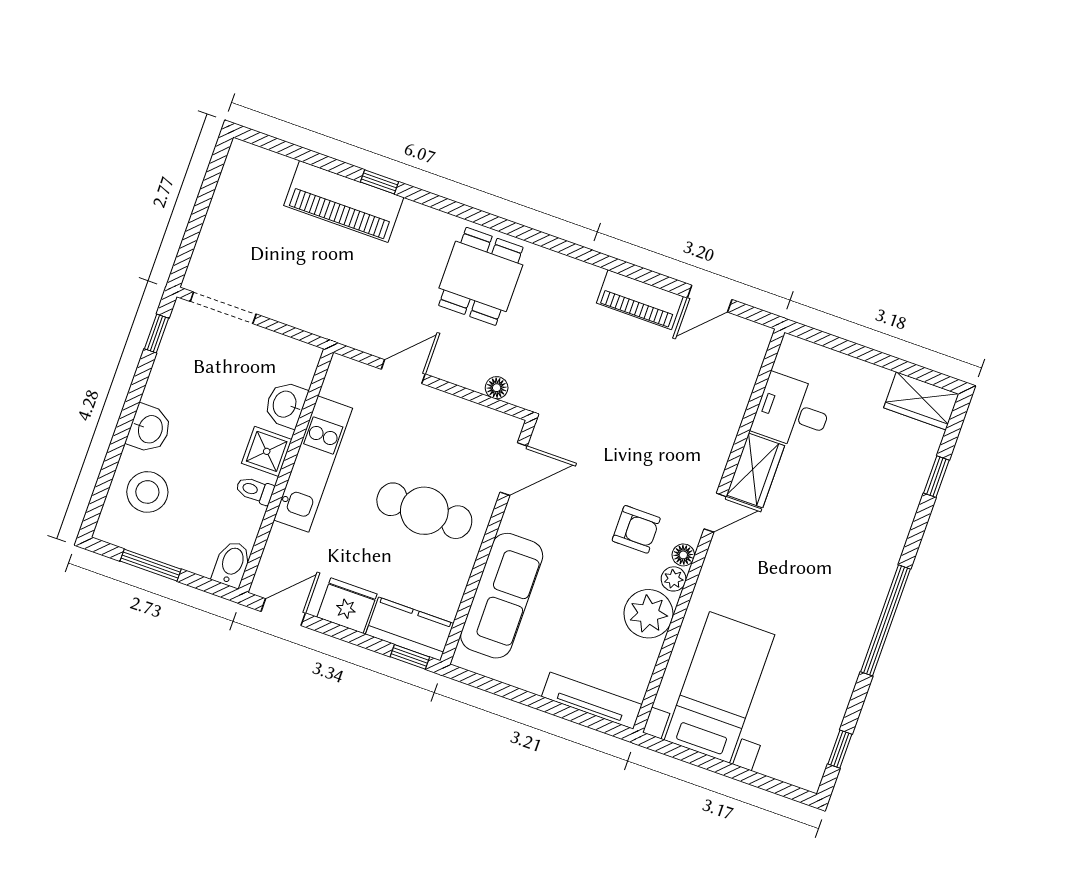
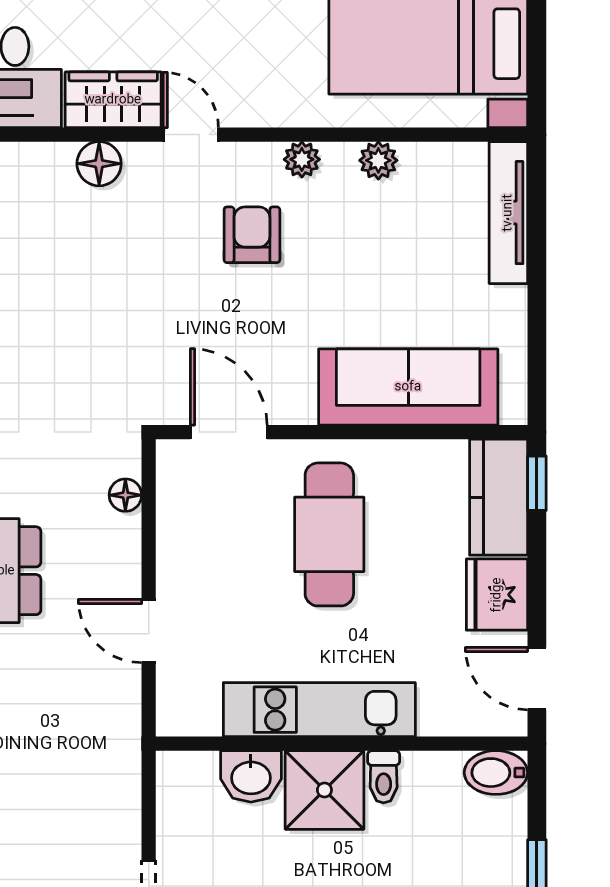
shower: (267, 451) -> (324, 790), width x1.36, depth x1.36
floor lamp: (683, 555) -> (99, 164), moved, width x1.37, depth x1.37
plant: (648, 614) -> (378, 160), width x0.53, depth x0.53

